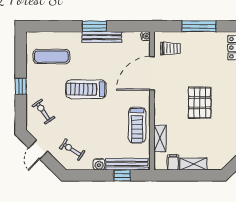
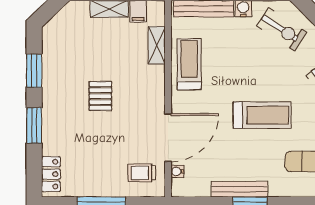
water cooler: (146, 36) -> (177, 171), moved
pallet: (200, 103) -> (100, 96), width x0.67, depth x0.71
exercise bike: (72, 150) -> (281, 29), width x1.38, depth x1.39

